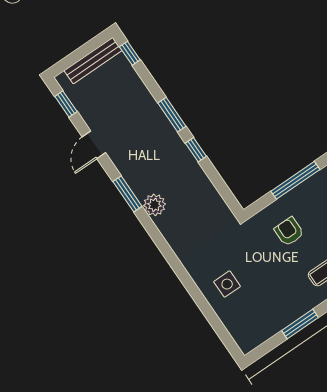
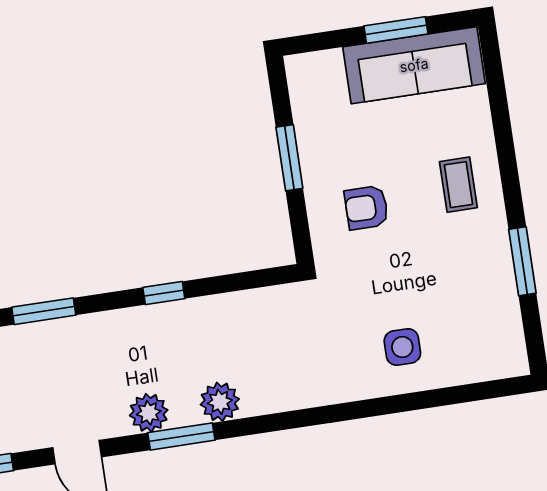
window: (172, 115) -> (44, 311), moved
plant: (131, 171) -> (149, 413), added
window: (295, 180) -> (289, 158), width x0.69

